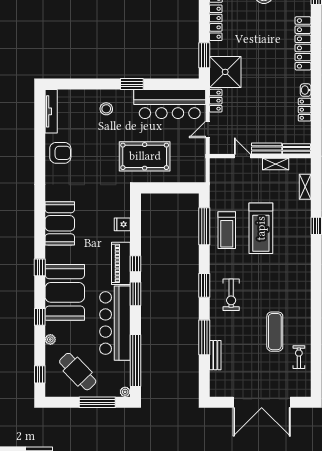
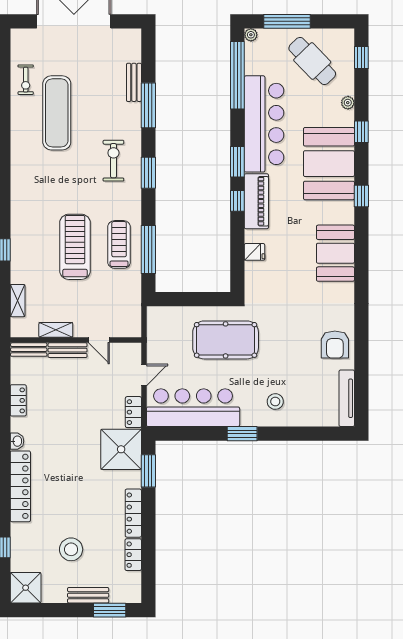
washbasin: (306, 90) -> (17, 441), moved
armchair: (60, 153) -> (335, 344), turned -90
exercise mat: (275, 332) -> (57, 113), width x1.36, depth x1.45

